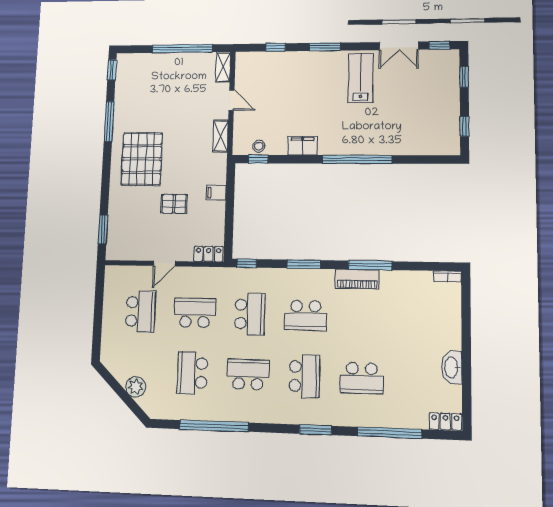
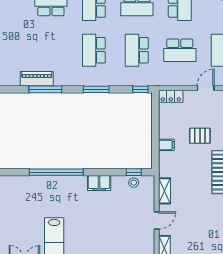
door: (232, 100) -> (157, 220), swing flipped
piano: (357, 279) -> (37, 79), moved
school desk: (306, 315) -> (94, 50), turned -90

